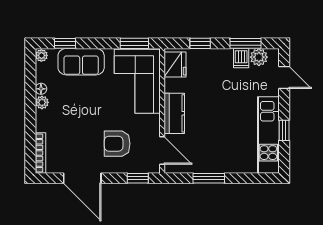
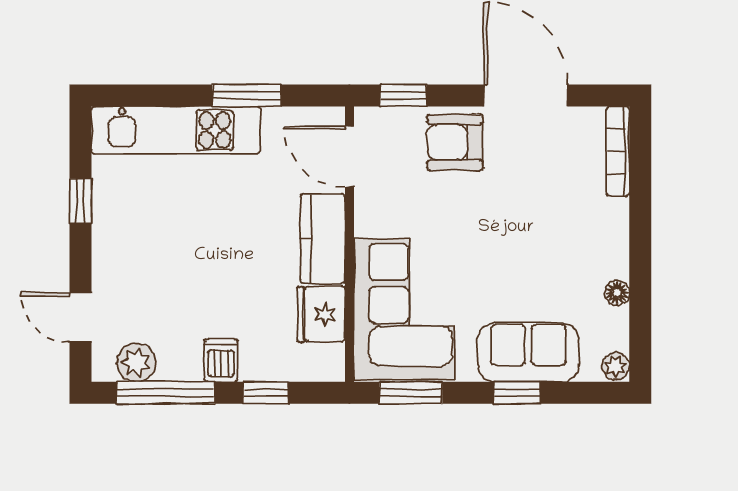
window: (65, 43) -> (517, 393), moved
window: (246, 43) -> (165, 393), width x1.44
dishwasher: (241, 58) -> (221, 360), moved
fridge: (175, 65) -> (321, 314), moved
plant: (42, 102) -> (615, 263), removed
kitchen unit: (268, 135) -> (176, 130), moved, turned 90
armchair: (117, 144) -> (455, 142), moved, turned 180

